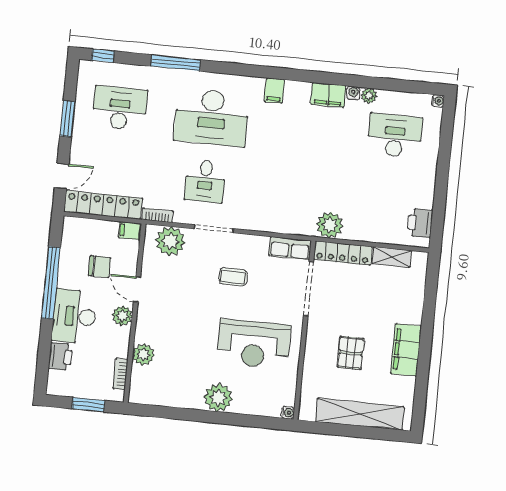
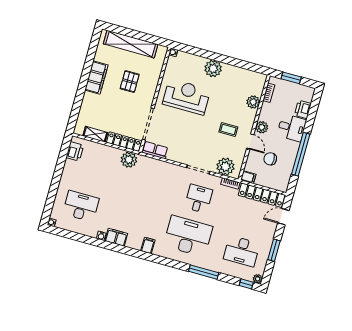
plant: (369, 96) -> (258, 279), moved
desk: (395, 136) -> (81, 206), turned 180
coffee table: (233, 277) -> (228, 130), moved
desk: (74, 316) -> (292, 128), width x0.73

